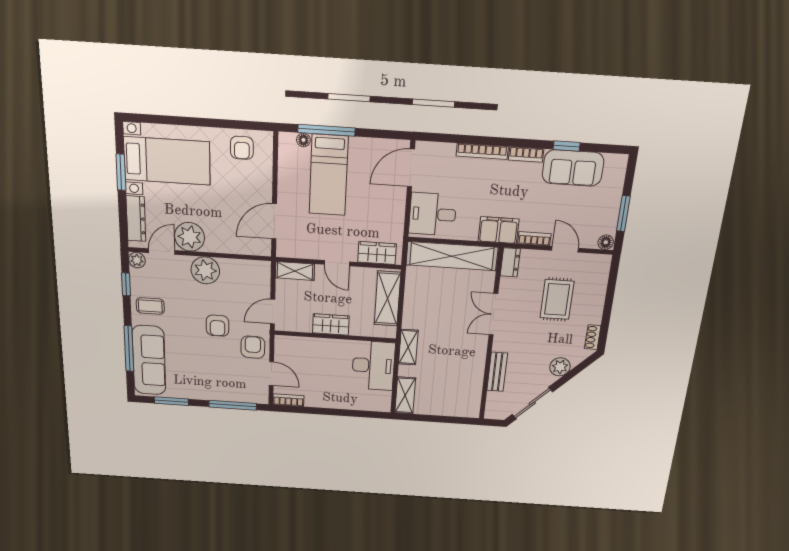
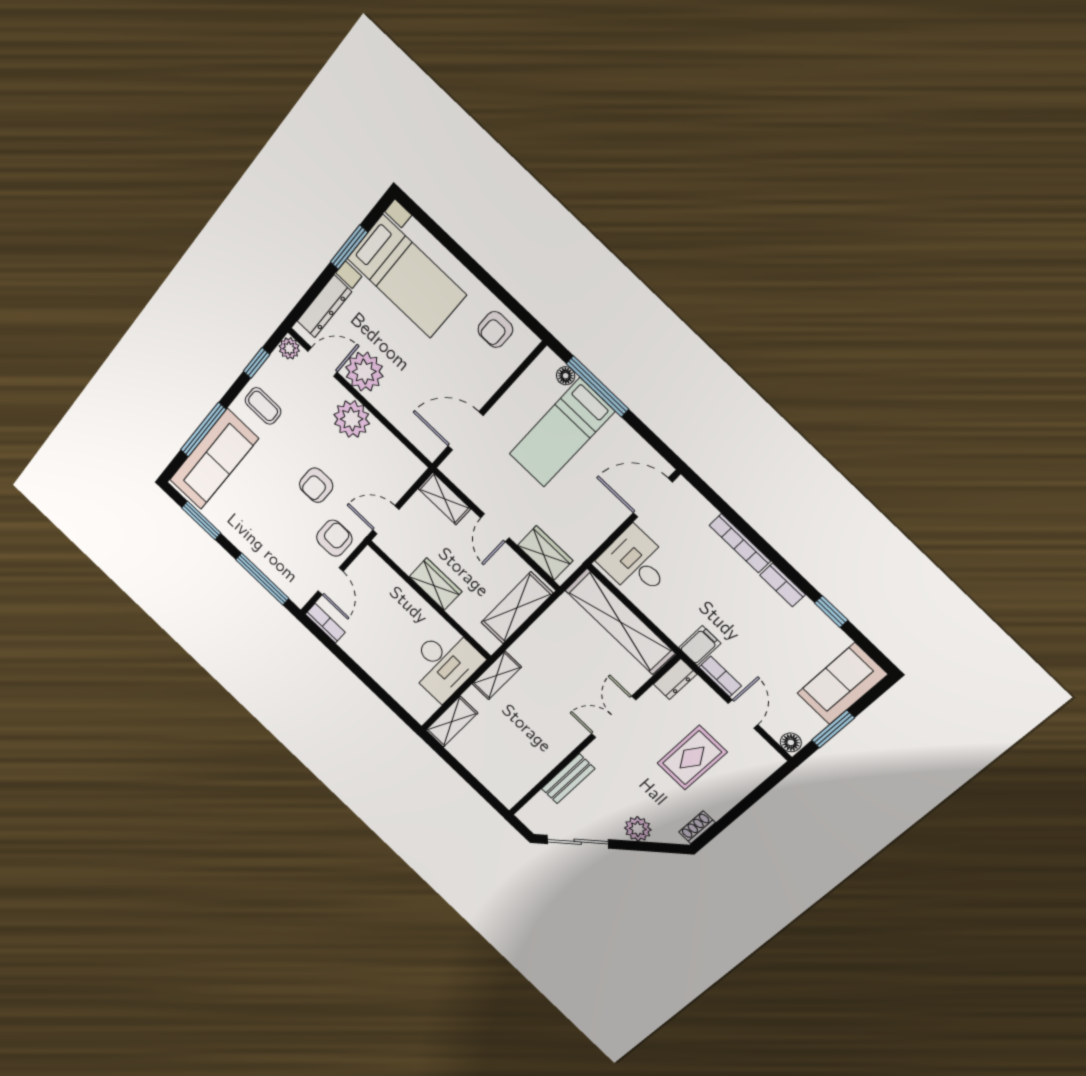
sofa: (573, 168) -> (842, 684), moved, turned 90
filing cabinet: (499, 230) -> (700, 646), width x0.50

